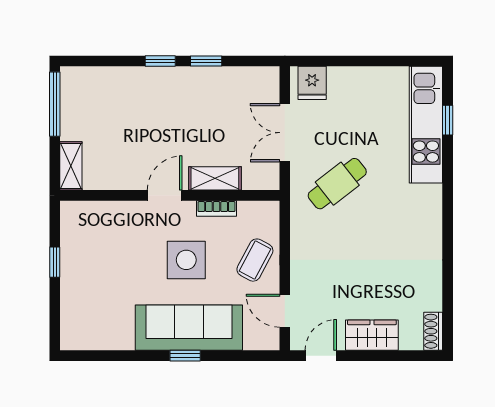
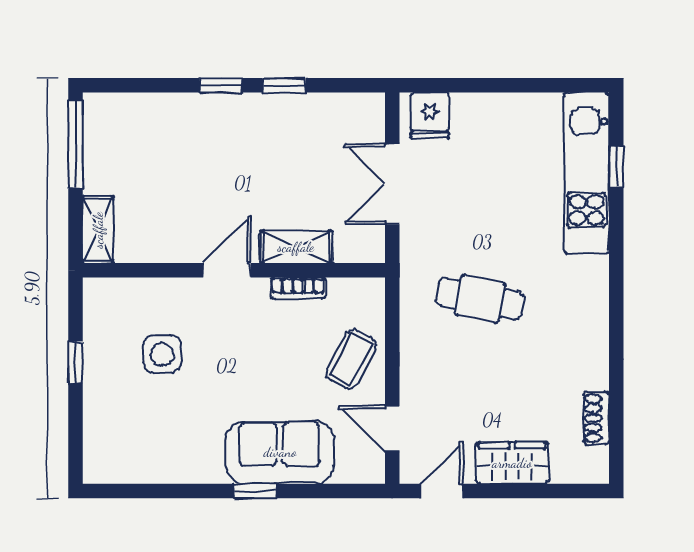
cafe table: (337, 184) -> (480, 299), moved, turned 49
side table: (186, 260) -> (162, 354), moved, width x0.73, depth x0.73
sofa: (189, 328) -> (280, 452), width x0.73
shoe rack: (433, 331) -> (596, 418), moved

